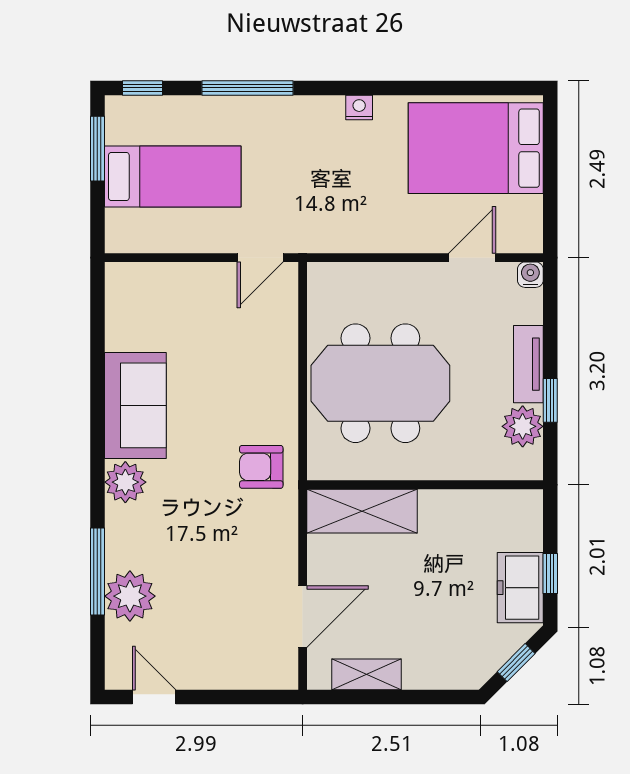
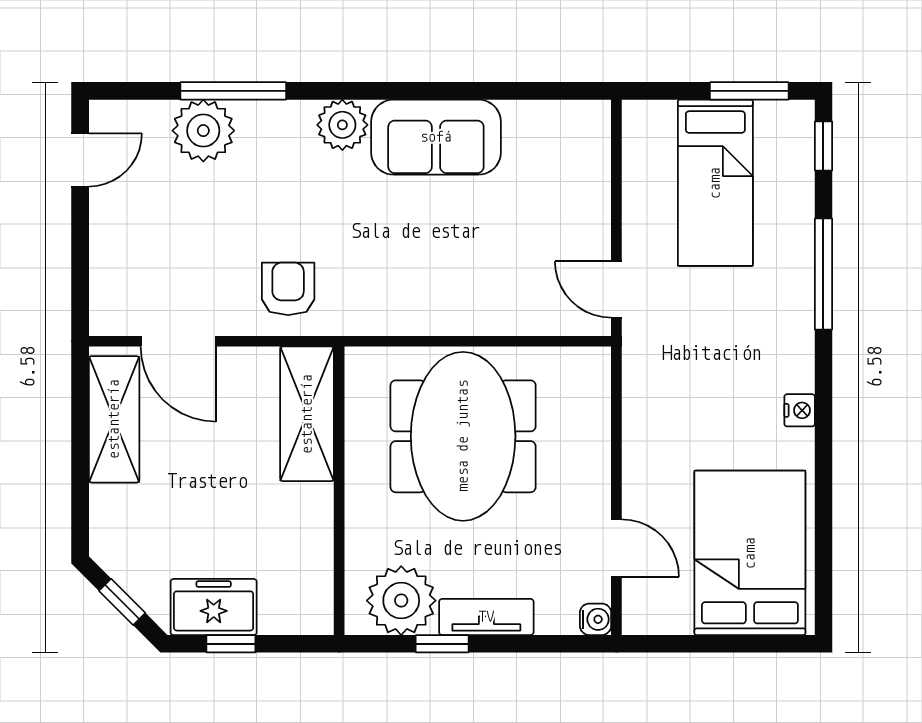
plant: (523, 426) -> (401, 601), width x1.36, depth x1.36
armchair: (261, 467) -> (288, 289), moved
shelving: (367, 674) -> (114, 419), width x1.50, depth x1.33

